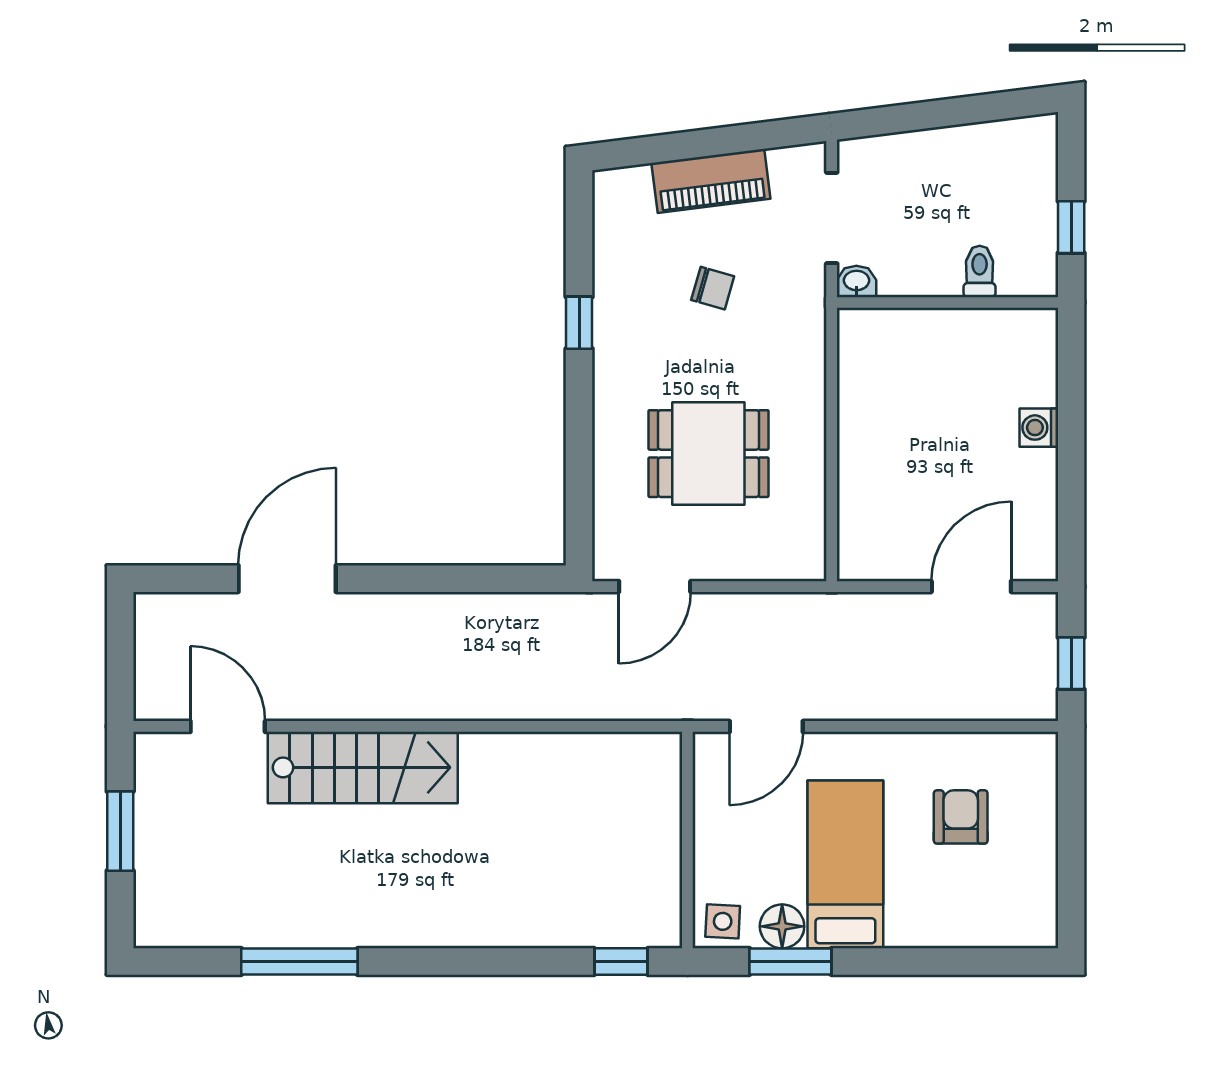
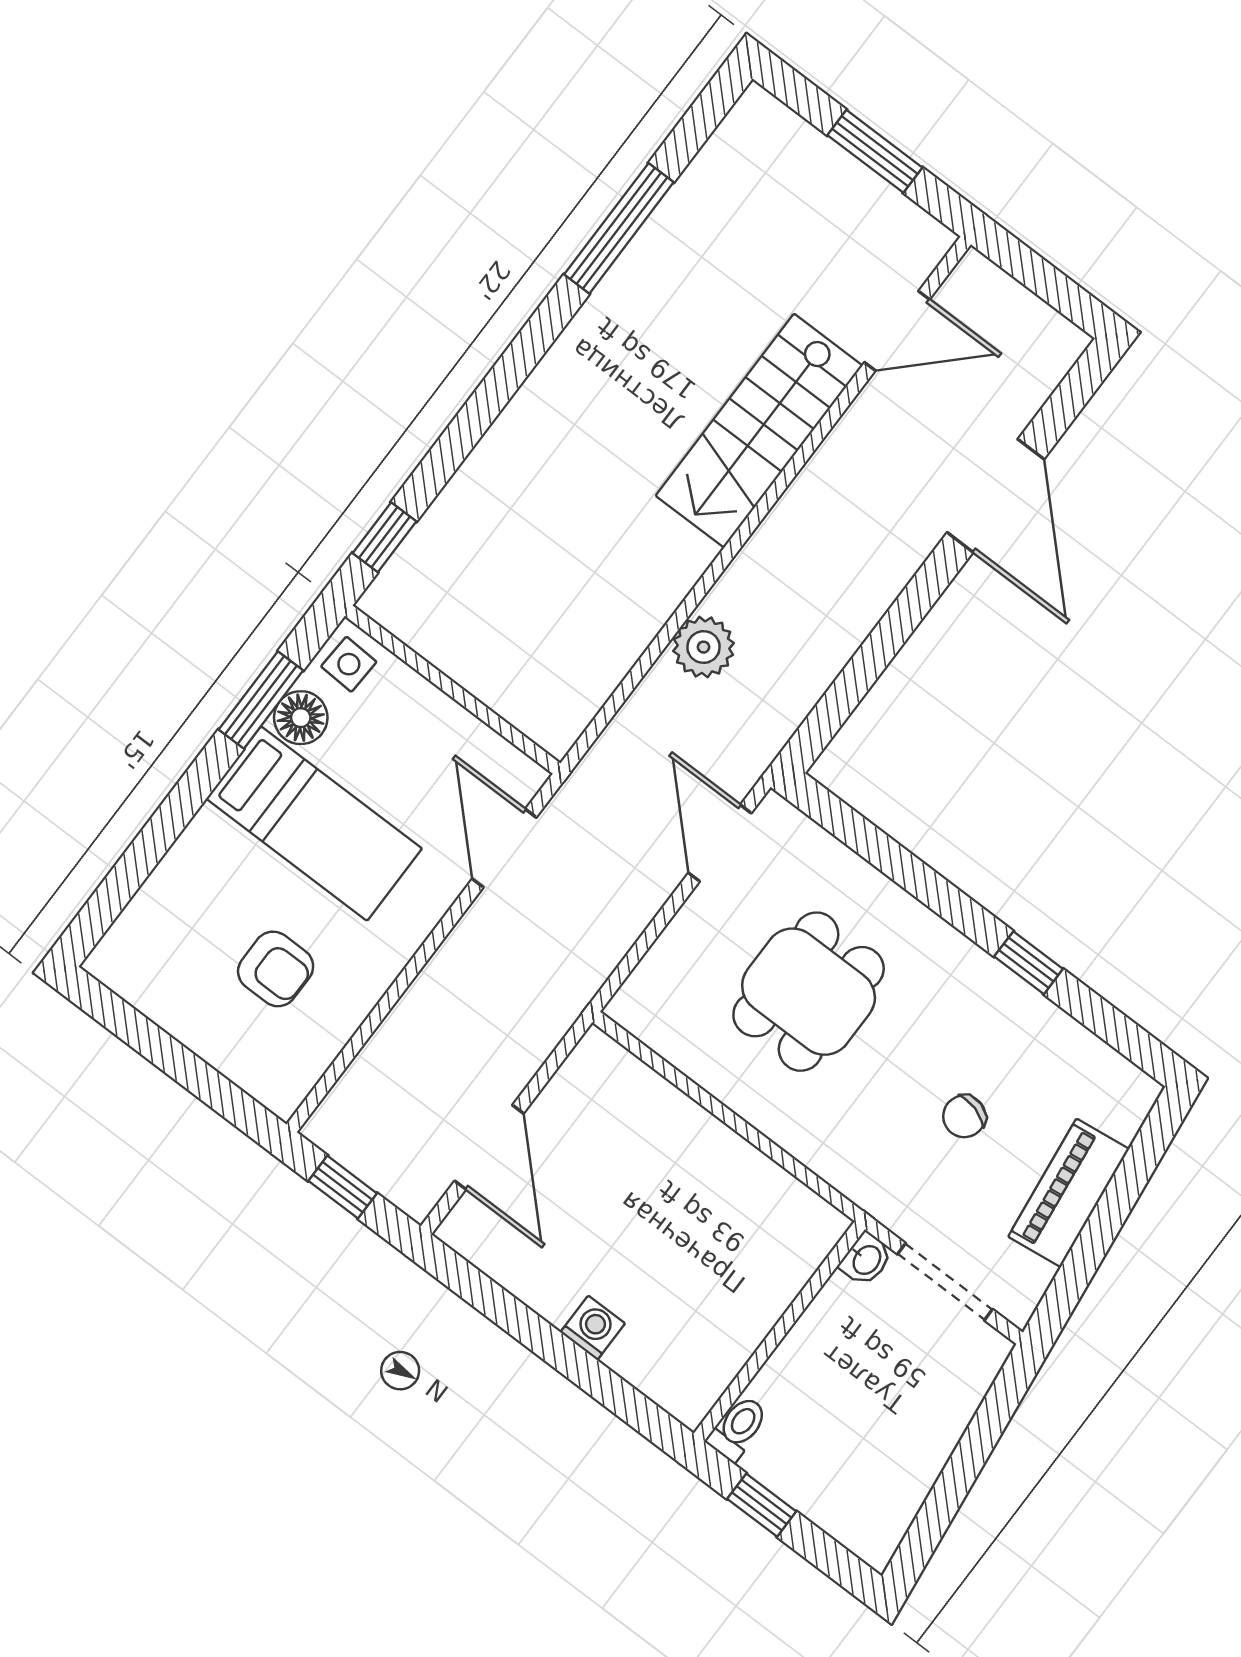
toilet: (980, 271) -> (738, 1428), moved, turned -90
plant: (534, 696) -> (704, 647), added

